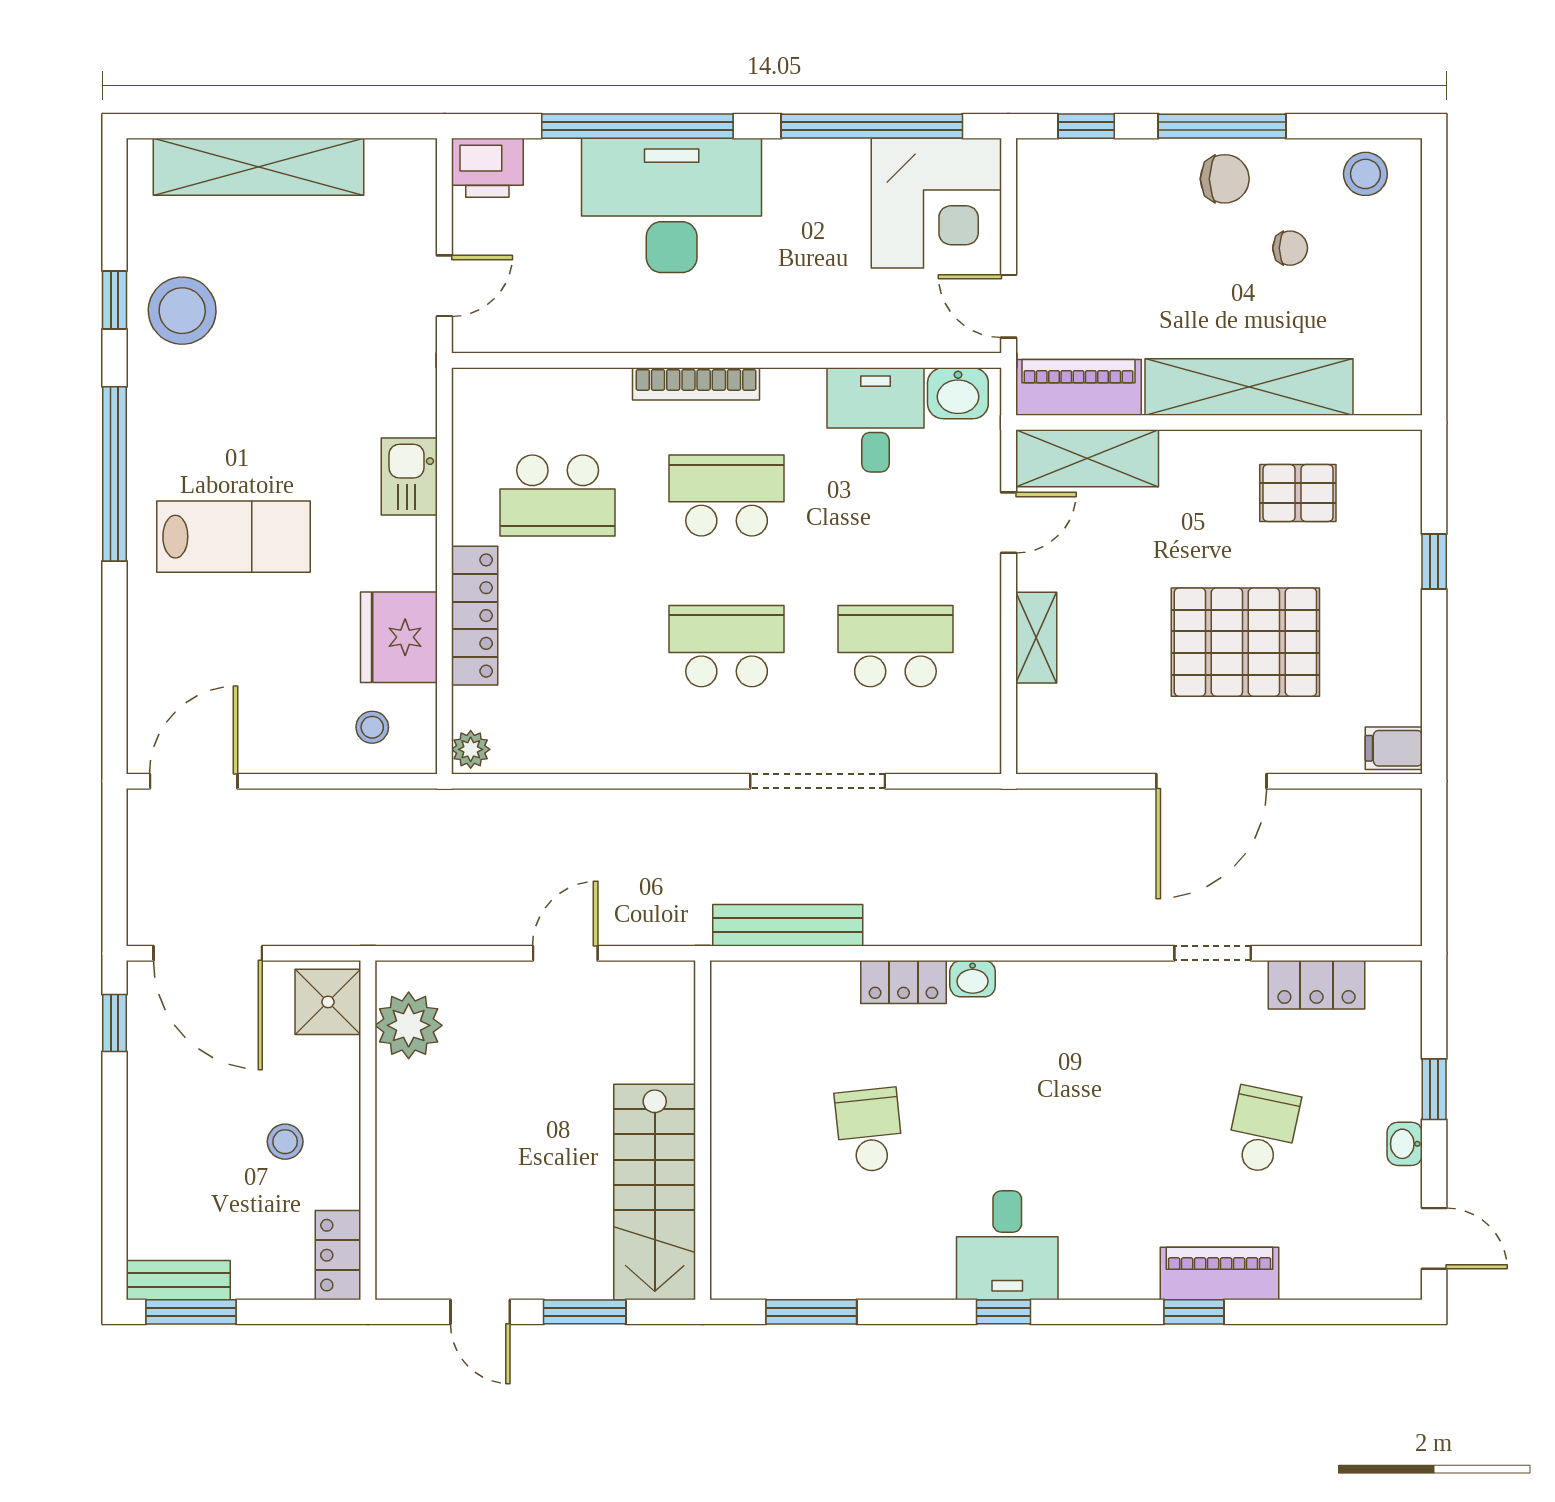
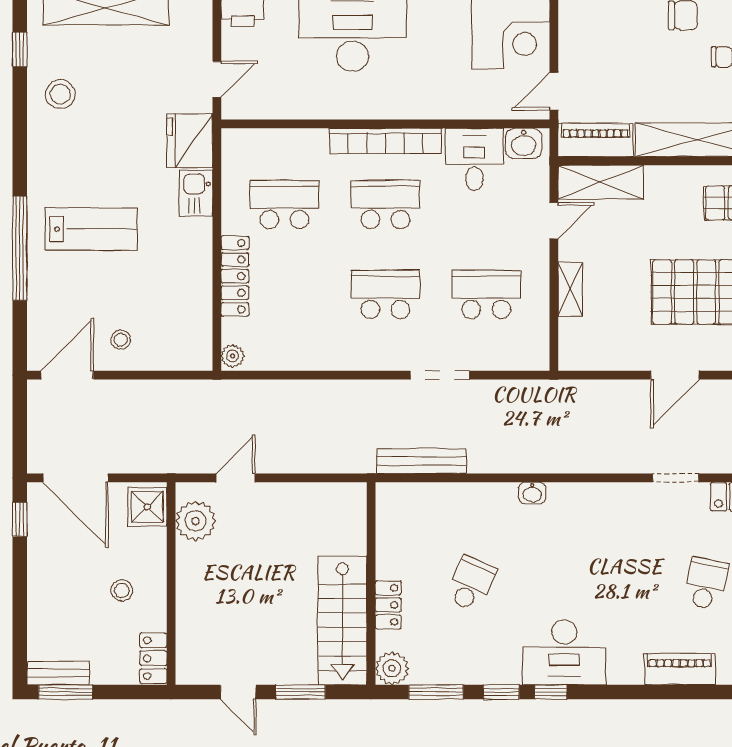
window: (114, 300) -> (20, 50), moved
door: (1009, 306) -> (554, 91), hinge flipped
stool: (182, 311) -> (60, 94), width x0.73, depth x0.73
bookcase: (696, 384) -> (385, 141), width x1.48, depth x1.31
window: (114, 474) -> (20, 248), moved
school desk: (558, 495) -> (284, 204), turned 180
fridge: (399, 637) -> (190, 141), moved
stool: (372, 727) -> (121, 339), moved
doorway: (818, 781) -> (440, 375), width x0.73
door: (1211, 781) -> (675, 375), width x0.73
door: (565, 953) -> (236, 478), moved
locker: (904, 982) -> (388, 605), moved, turned -90
school desk: (869, 1130) -> (471, 584), turned 30
desk: (1007, 1245) -> (564, 652), width x1.37
plant: (738, 1272) -> (392, 668), added
window: (1194, 1312) -> (501, 692), moved

